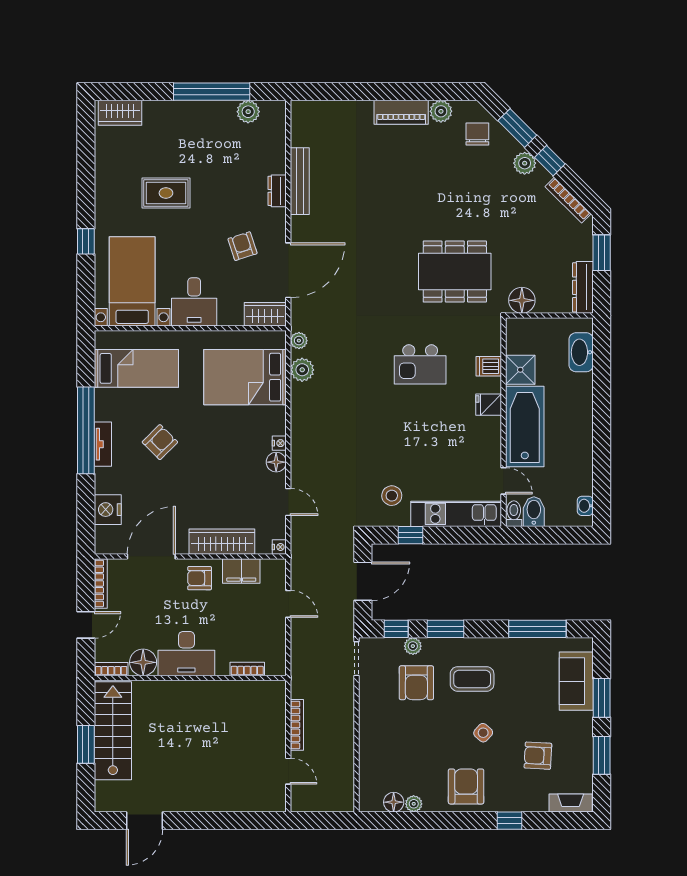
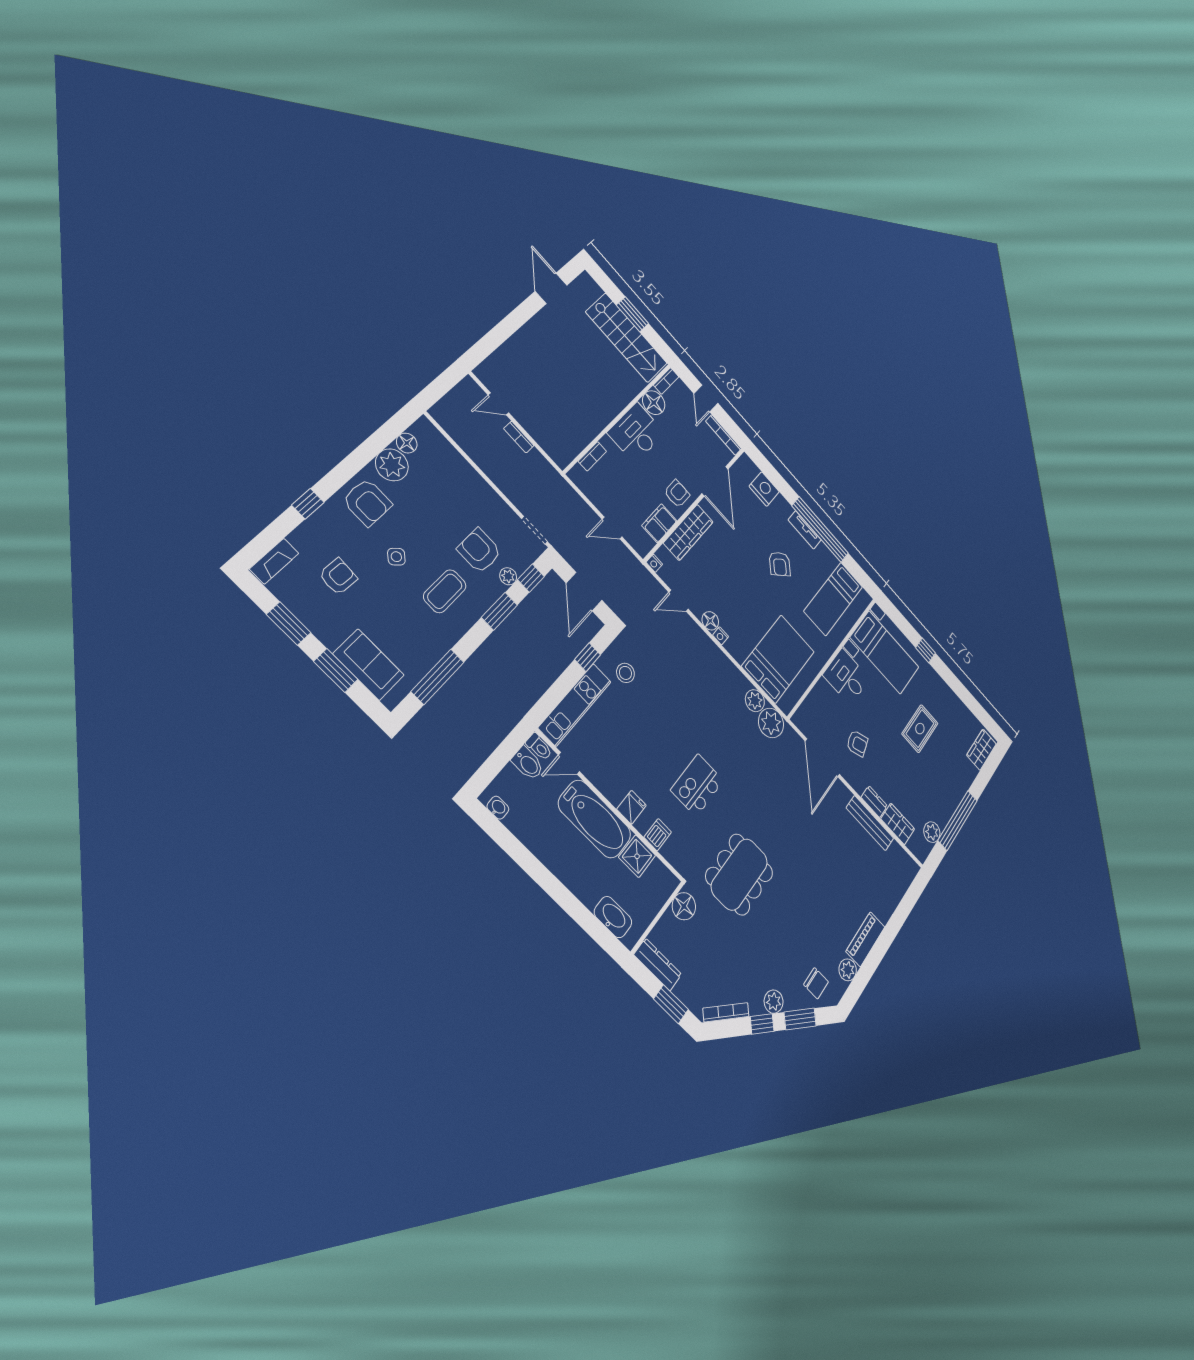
wardrobe: (265, 314) -> (898, 824), moved, turned -90
plant: (299, 341) -> (771, 723), width x1.88, depth x1.88
bookcase: (297, 725) -> (519, 437), width x0.64
plant: (414, 804) -> (392, 465), width x1.87, depth x1.87

